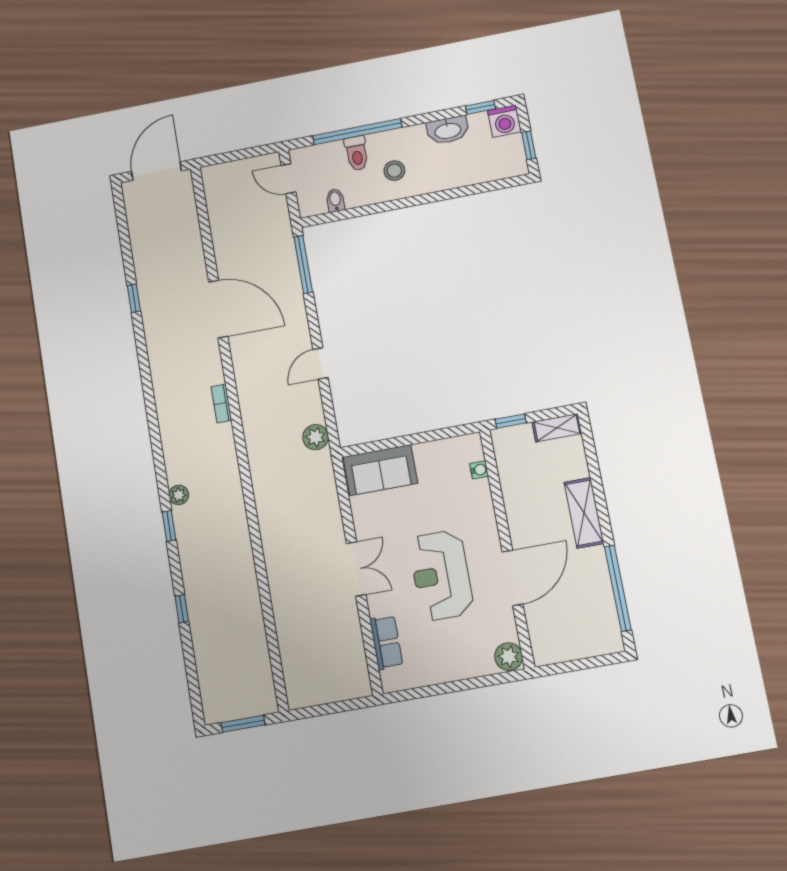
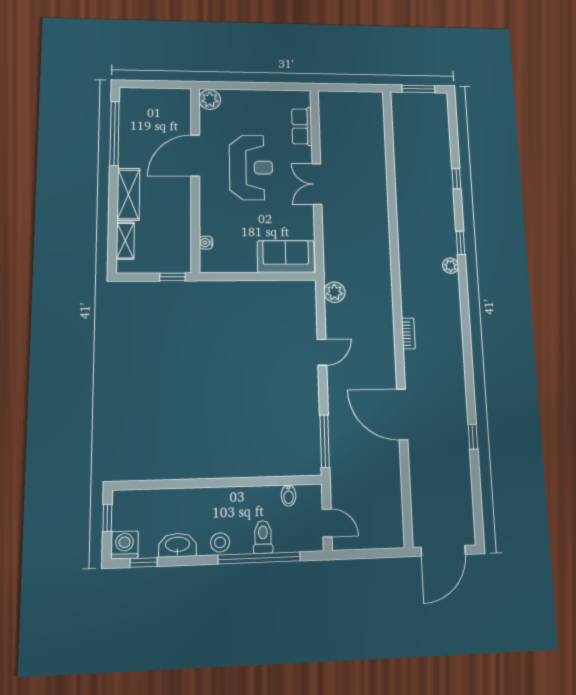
stool: (394, 171) -> (220, 542), moved
shelving: (557, 428) -> (125, 241), moved, turned 90

